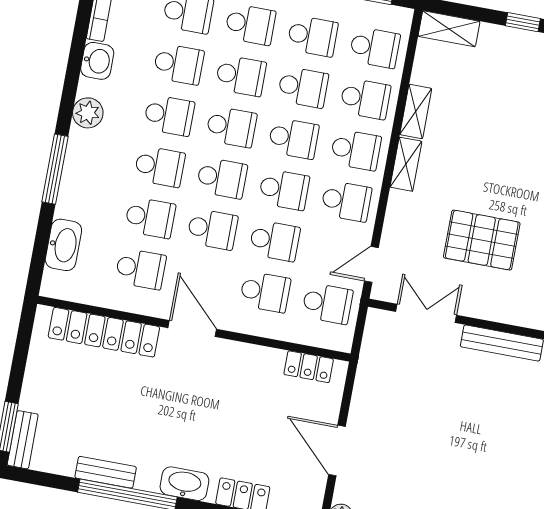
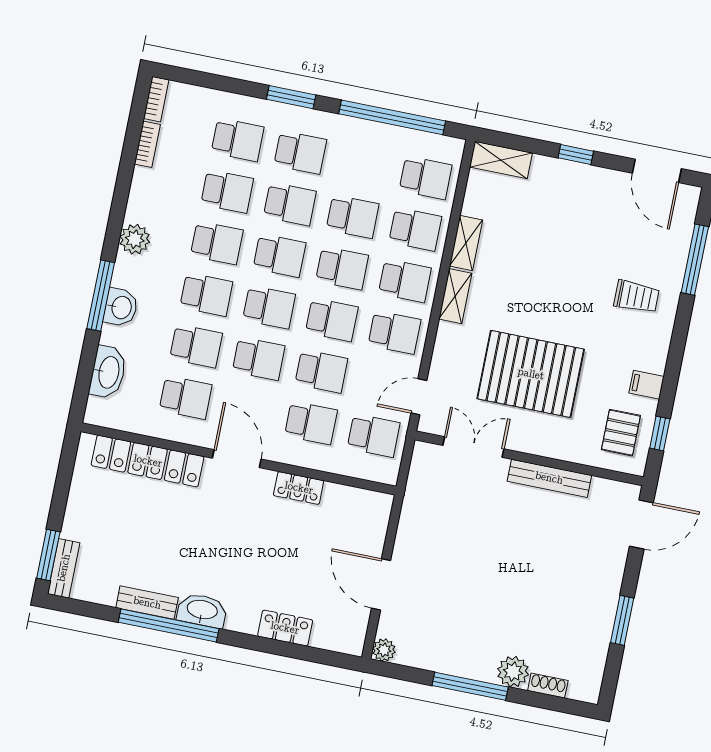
school desk: (312, 36) -> (363, 165), removed
washbasin: (97, 61) -> (121, 307), moved
pallet: (482, 240) -> (531, 374), width x1.37, depth x1.41
locker: (309, 367) -> (299, 488), moved
washbasin: (184, 484) -> (202, 610), moved

